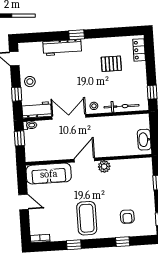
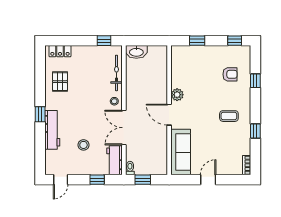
pallet: (111, 64) -> (60, 82), moved
stool: (30, 82) -> (83, 145), moved
washbasin: (144, 140) -> (136, 52), moved
coffee table: (87, 218) -> (229, 116), width x0.54, depth x0.58

